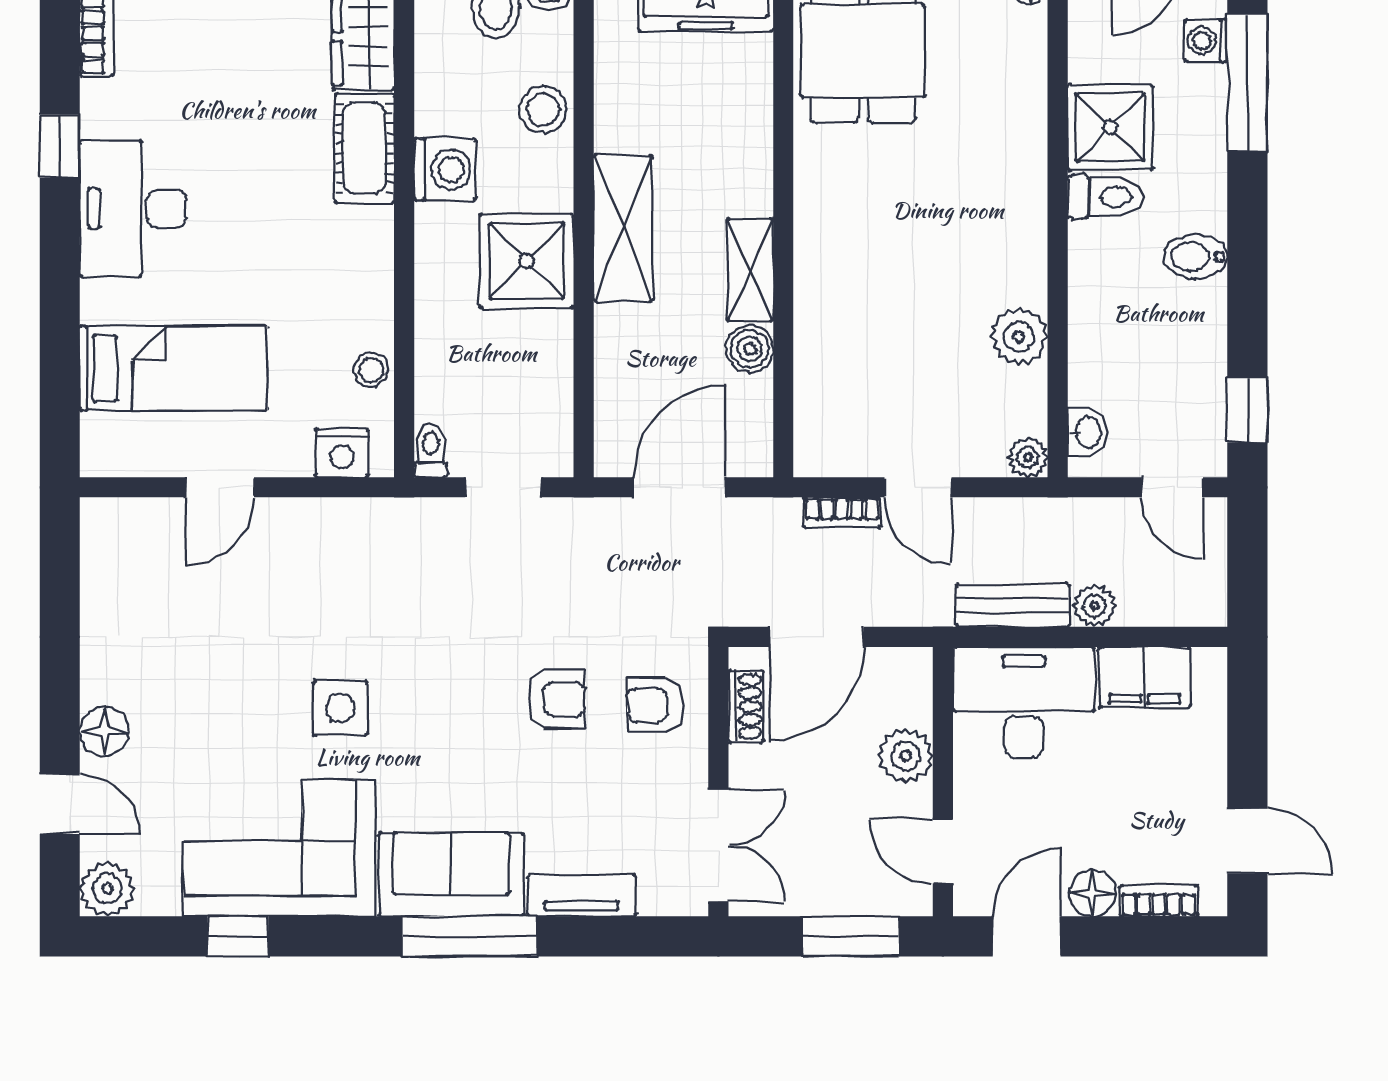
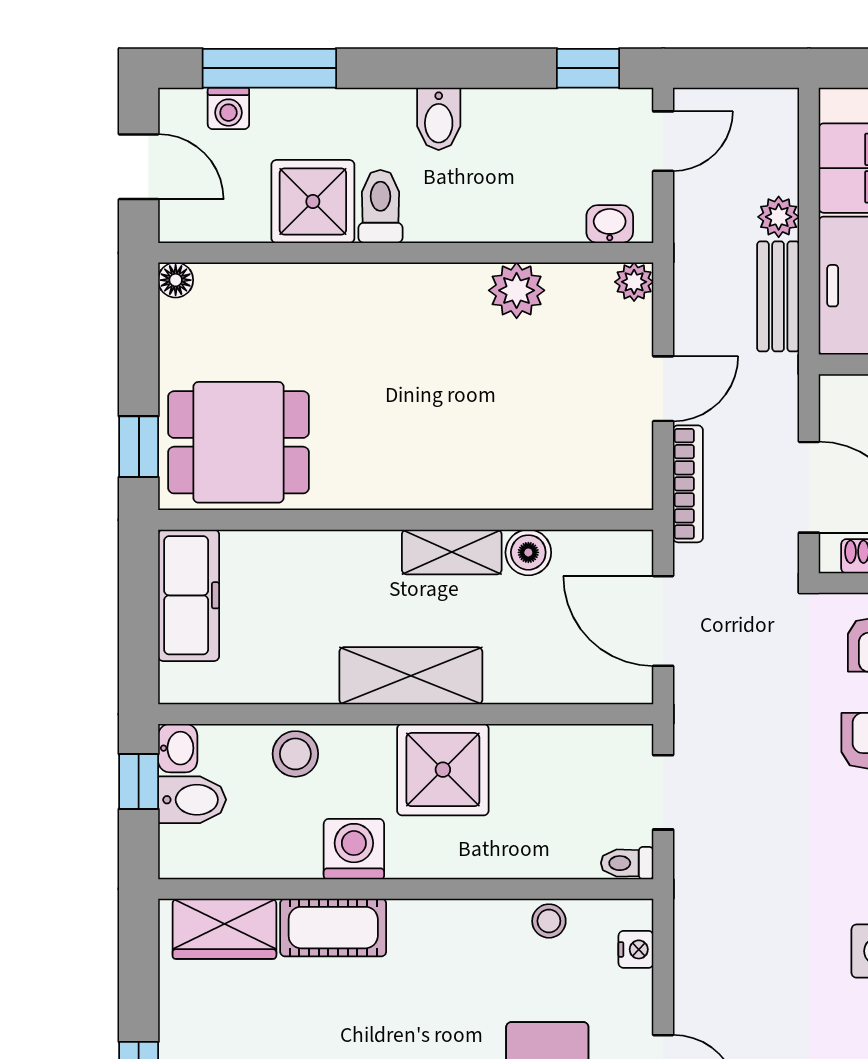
nightstand: (342, 453) -> (636, 949), width x0.72, depth x0.74
bookcase: (842, 513) -> (688, 484), width x1.56

